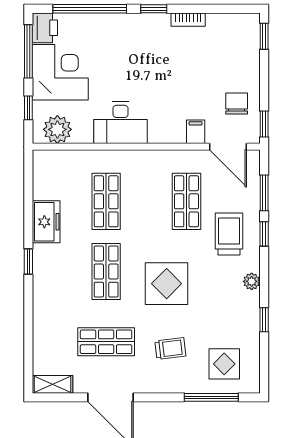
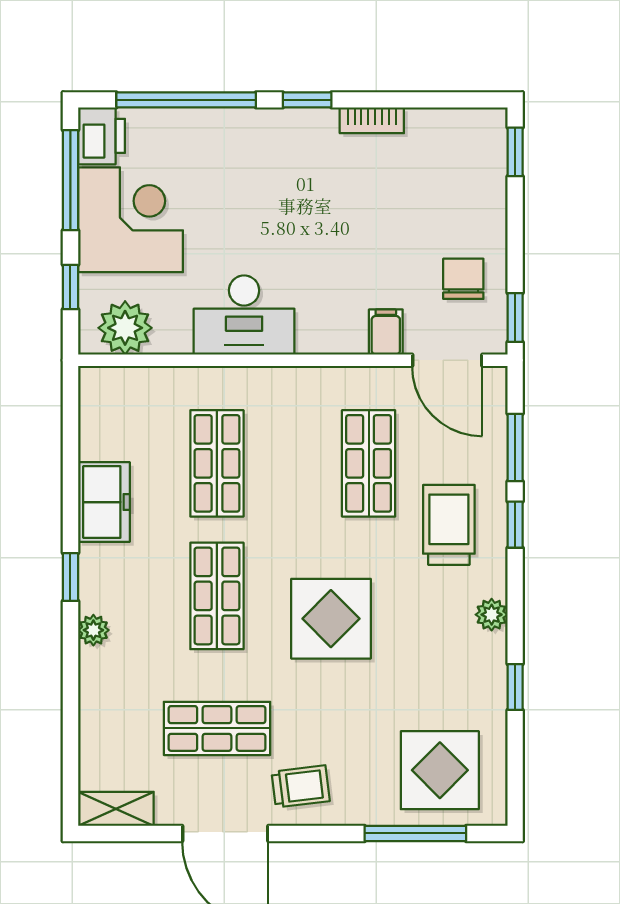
plant: (41, 290) -> (93, 630), added
trolley: (170, 348) -> (301, 786), moved
display table: (224, 364) -> (440, 770), width x1.36, depth x1.36

